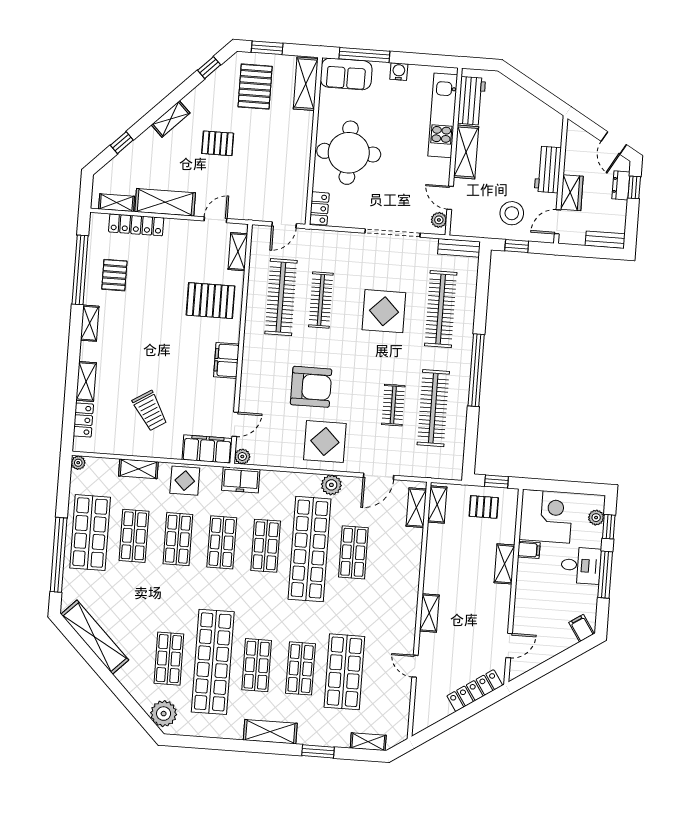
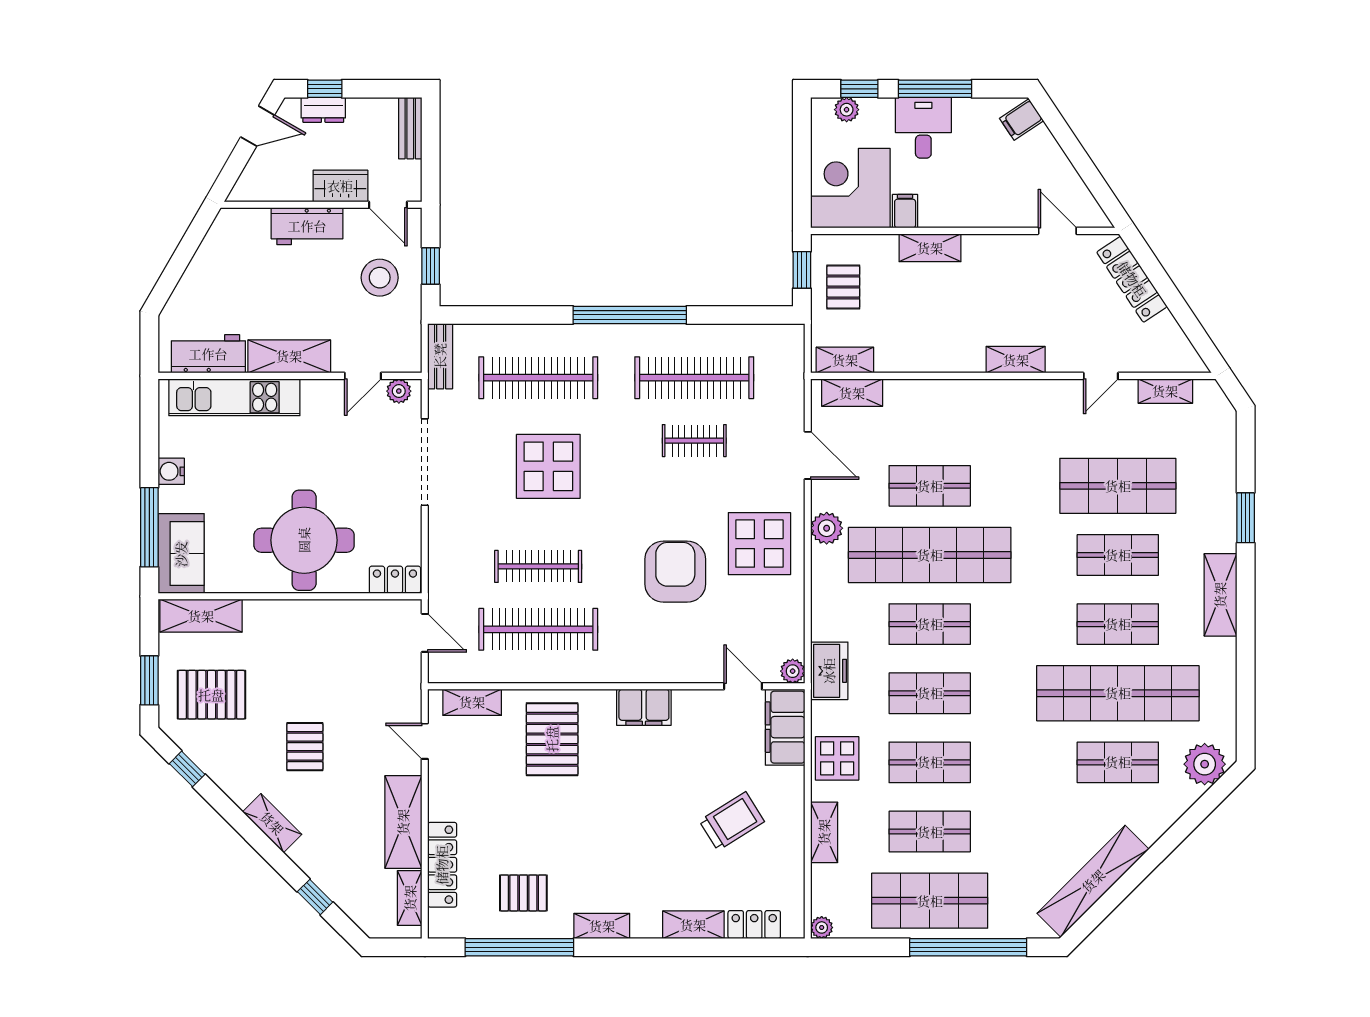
shelving: (368, 742) -> (1165, 391), moved, turned 90

